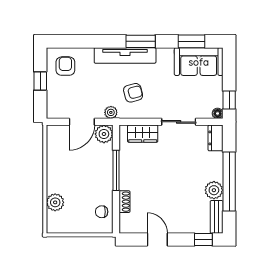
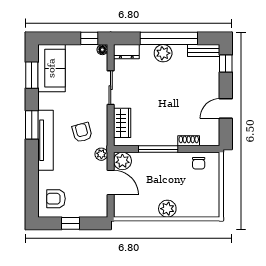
plant: (214, 190) -> (163, 53), moved
plant: (55, 202) -> (167, 209), moved

